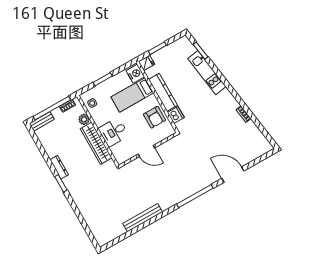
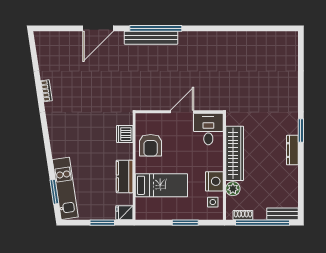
kitchen unit: (207, 73) -> (65, 188), moved
nightstand: (135, 74) -> (214, 181), moved, turned 180
kitchen counter: (163, 92) -> (125, 176), width x0.67
armchair: (155, 117) -> (151, 145), turned 180
desk: (114, 132) -> (208, 129), moved, turned -90
door: (146, 151) -> (182, 112), hinge flipped
door: (233, 175) -> (98, 28), hinge flipped
bench: (143, 218) -> (151, 38), moved

